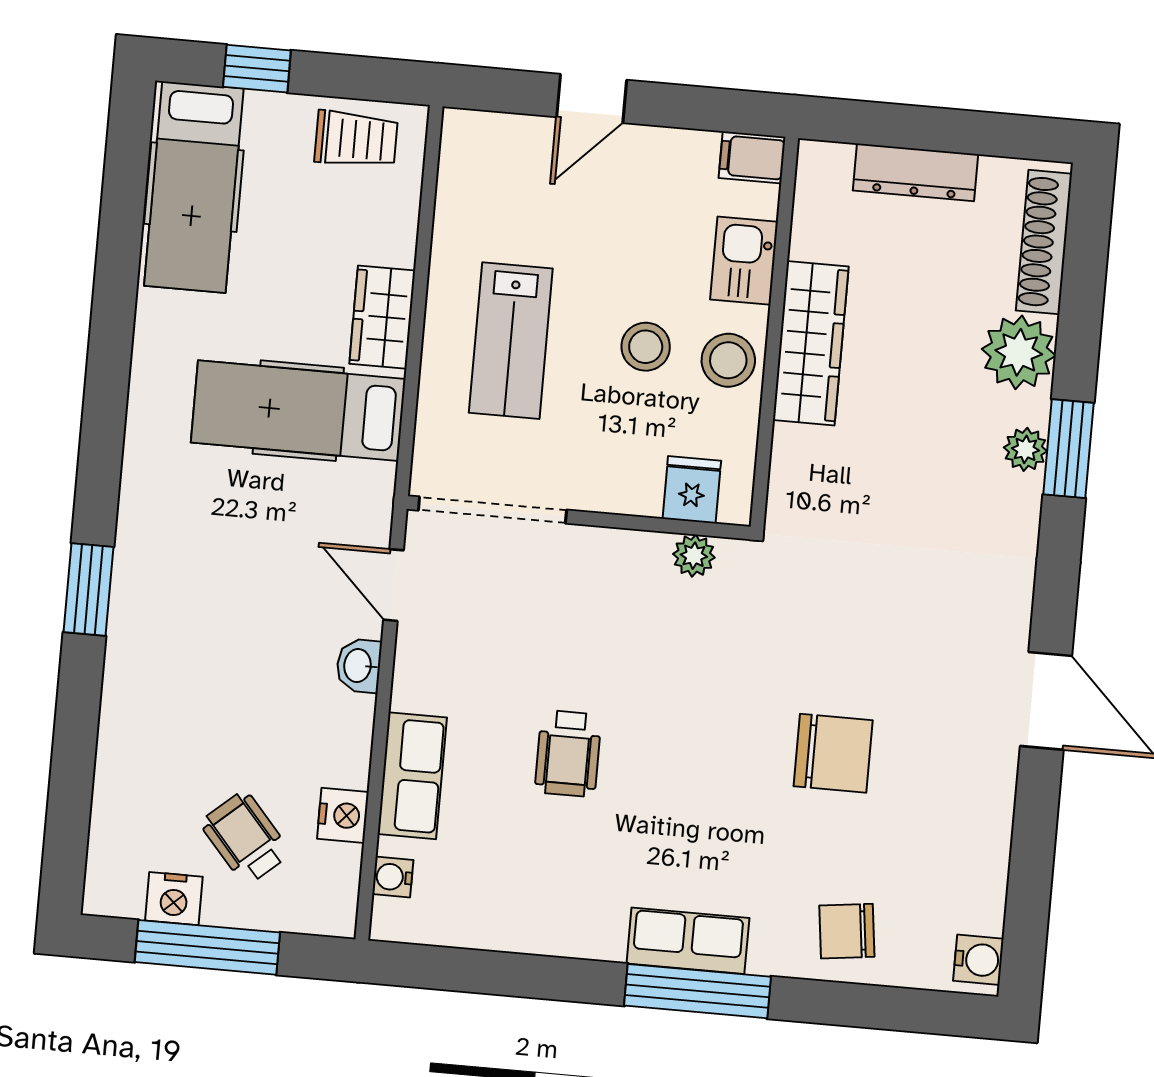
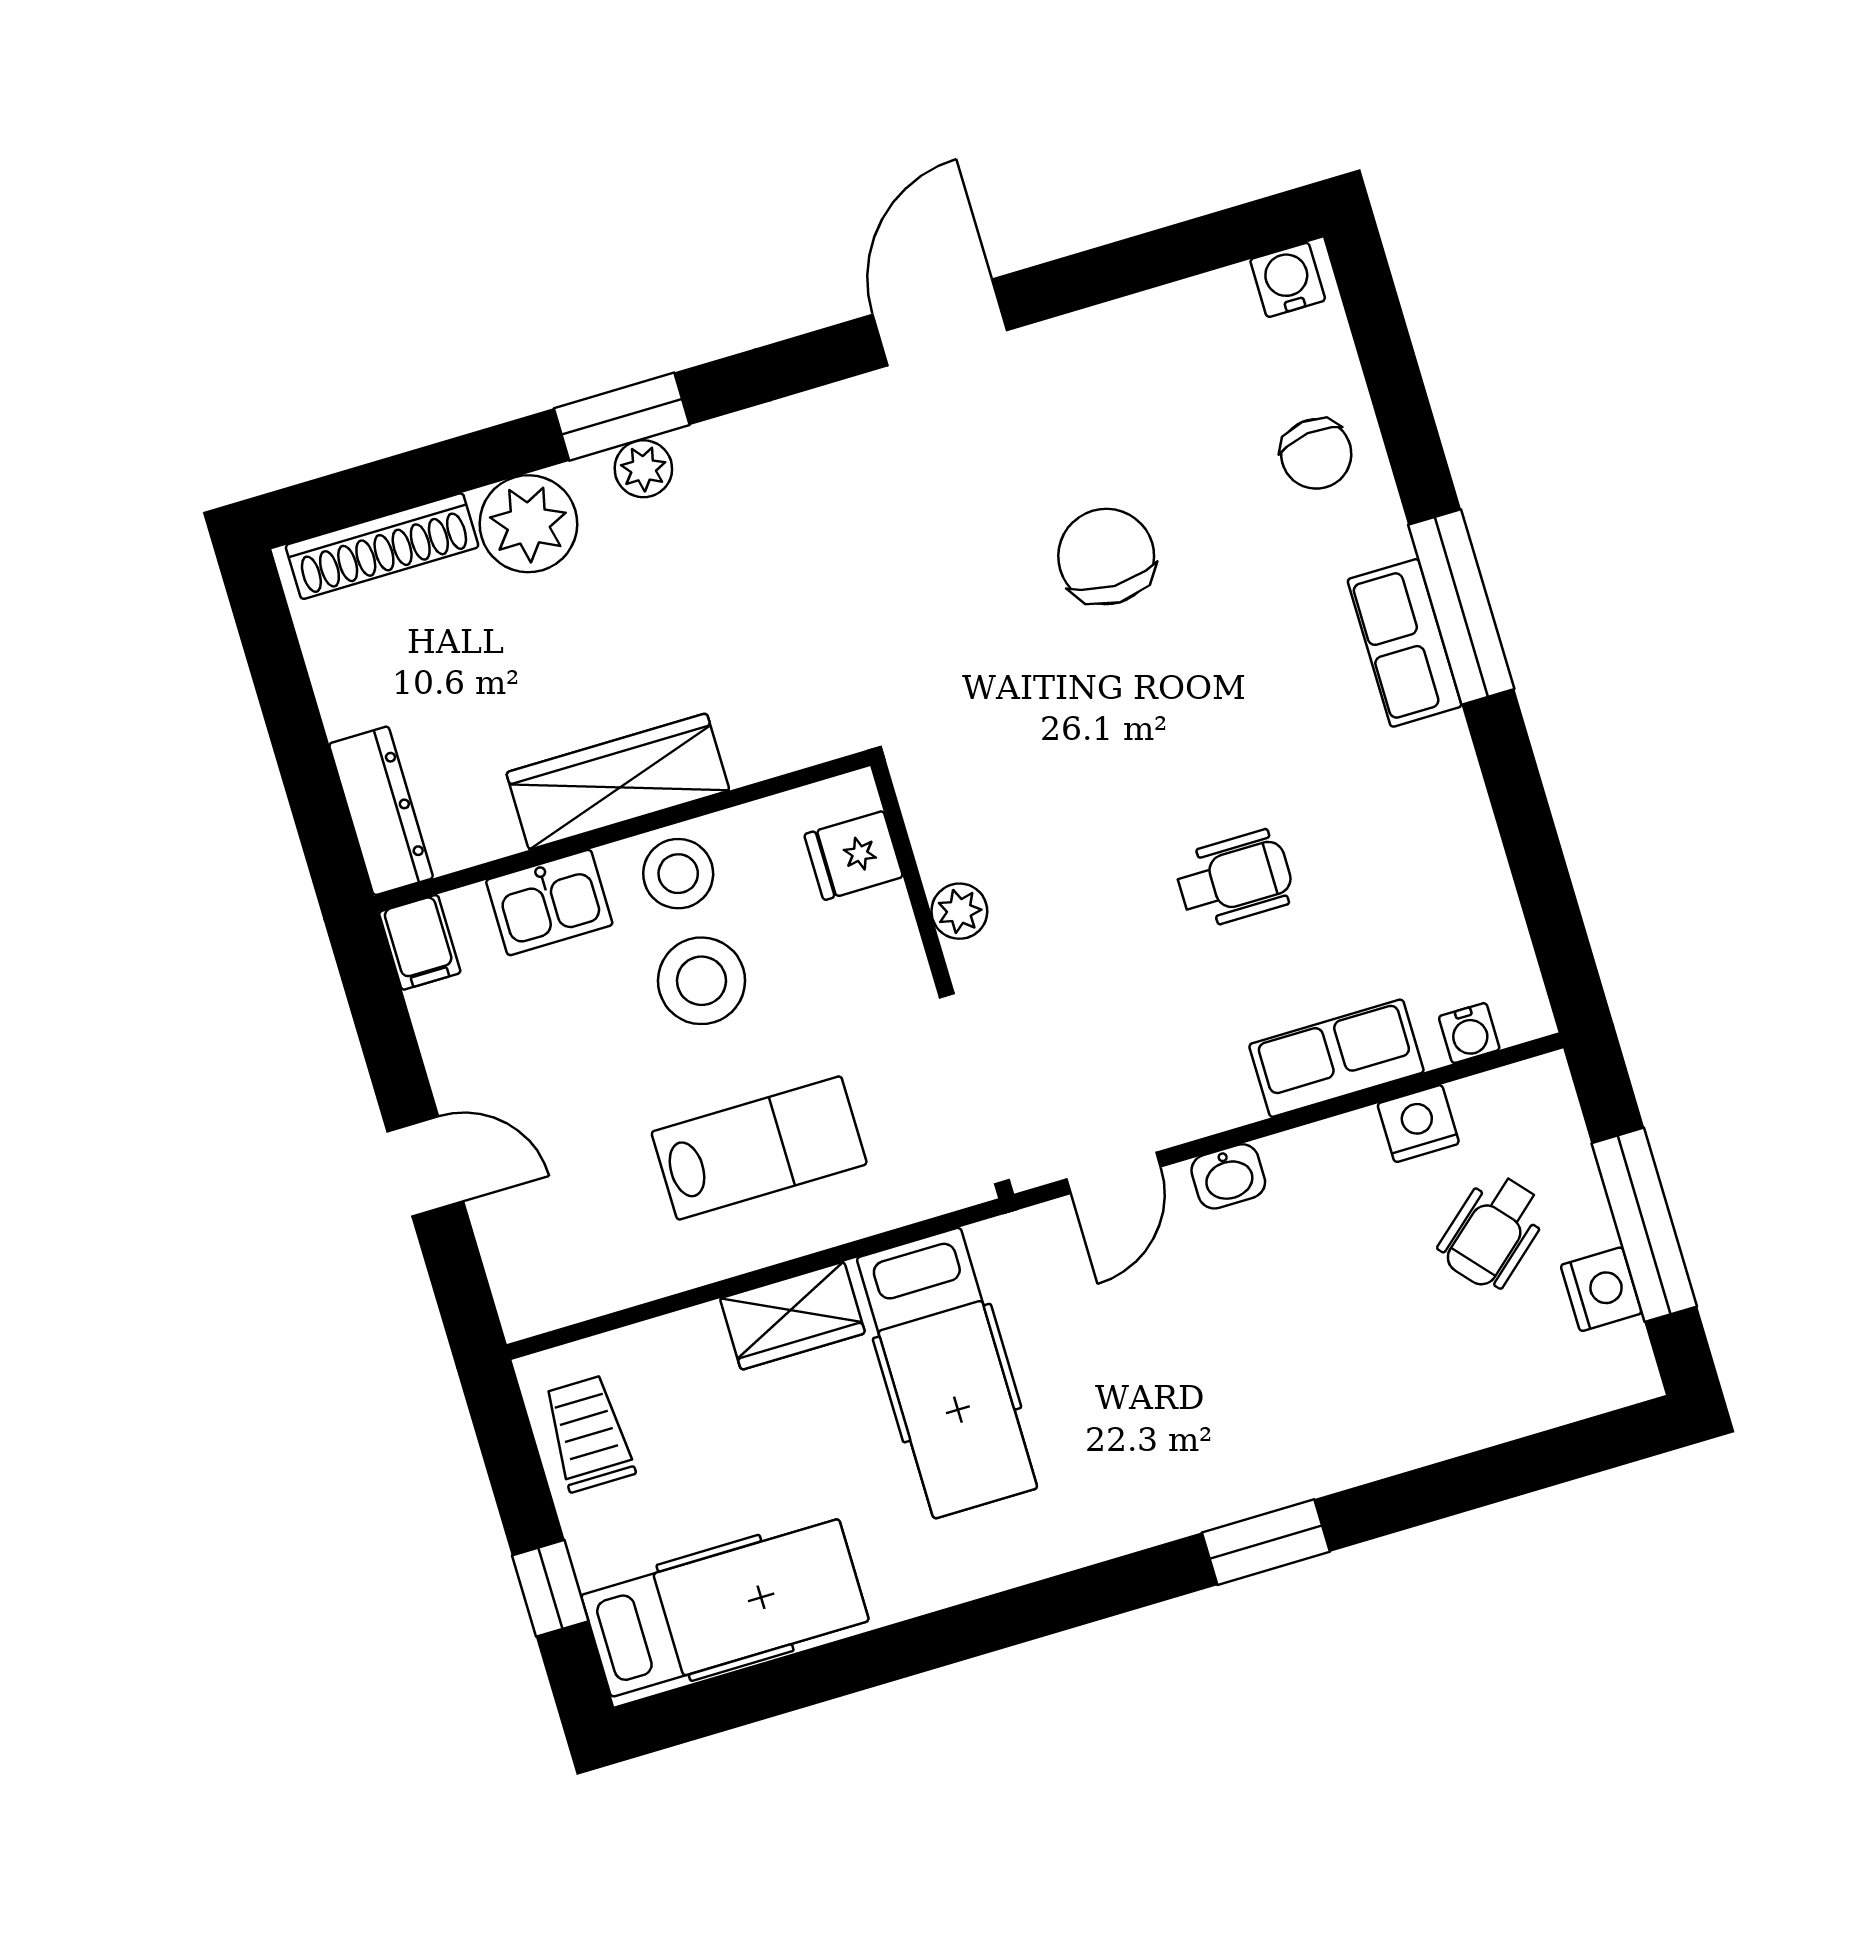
dresser: (916, 172) -> (381, 811), moved
stool: (646, 347) -> (702, 981), width x1.38, depth x1.38
plant: (694, 556) -> (959, 911), moved

